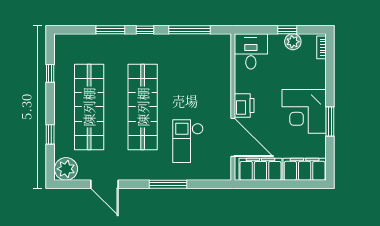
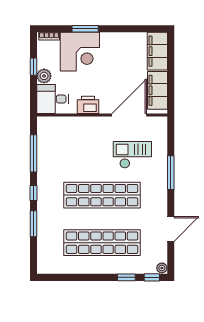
plant: (293, 42) -> (44, 76), moved
window: (50, 73) -> (152, 277), moved
printer: (244, 105) -> (88, 105), moved
corner desk: (304, 111) -> (80, 52), moved
window: (330, 122) -> (85, 29), moved
checkout: (188, 141) -> (132, 155), turned 180
plant: (66, 169) -> (162, 268), width x0.53, depth x0.53

